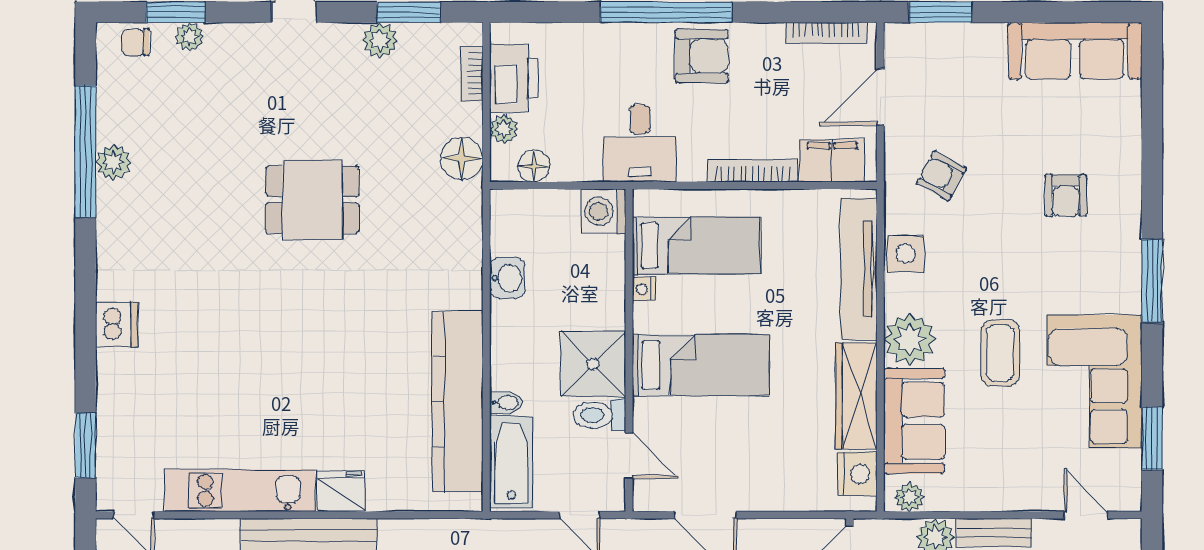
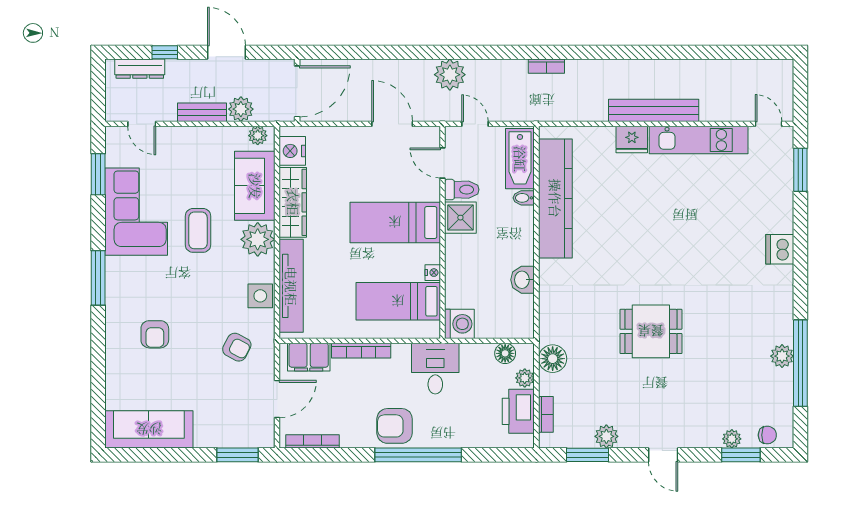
armchair: (1066, 195) -> (155, 334), turned 180
shower: (593, 364) -> (460, 218), width x0.73, depth x0.73

